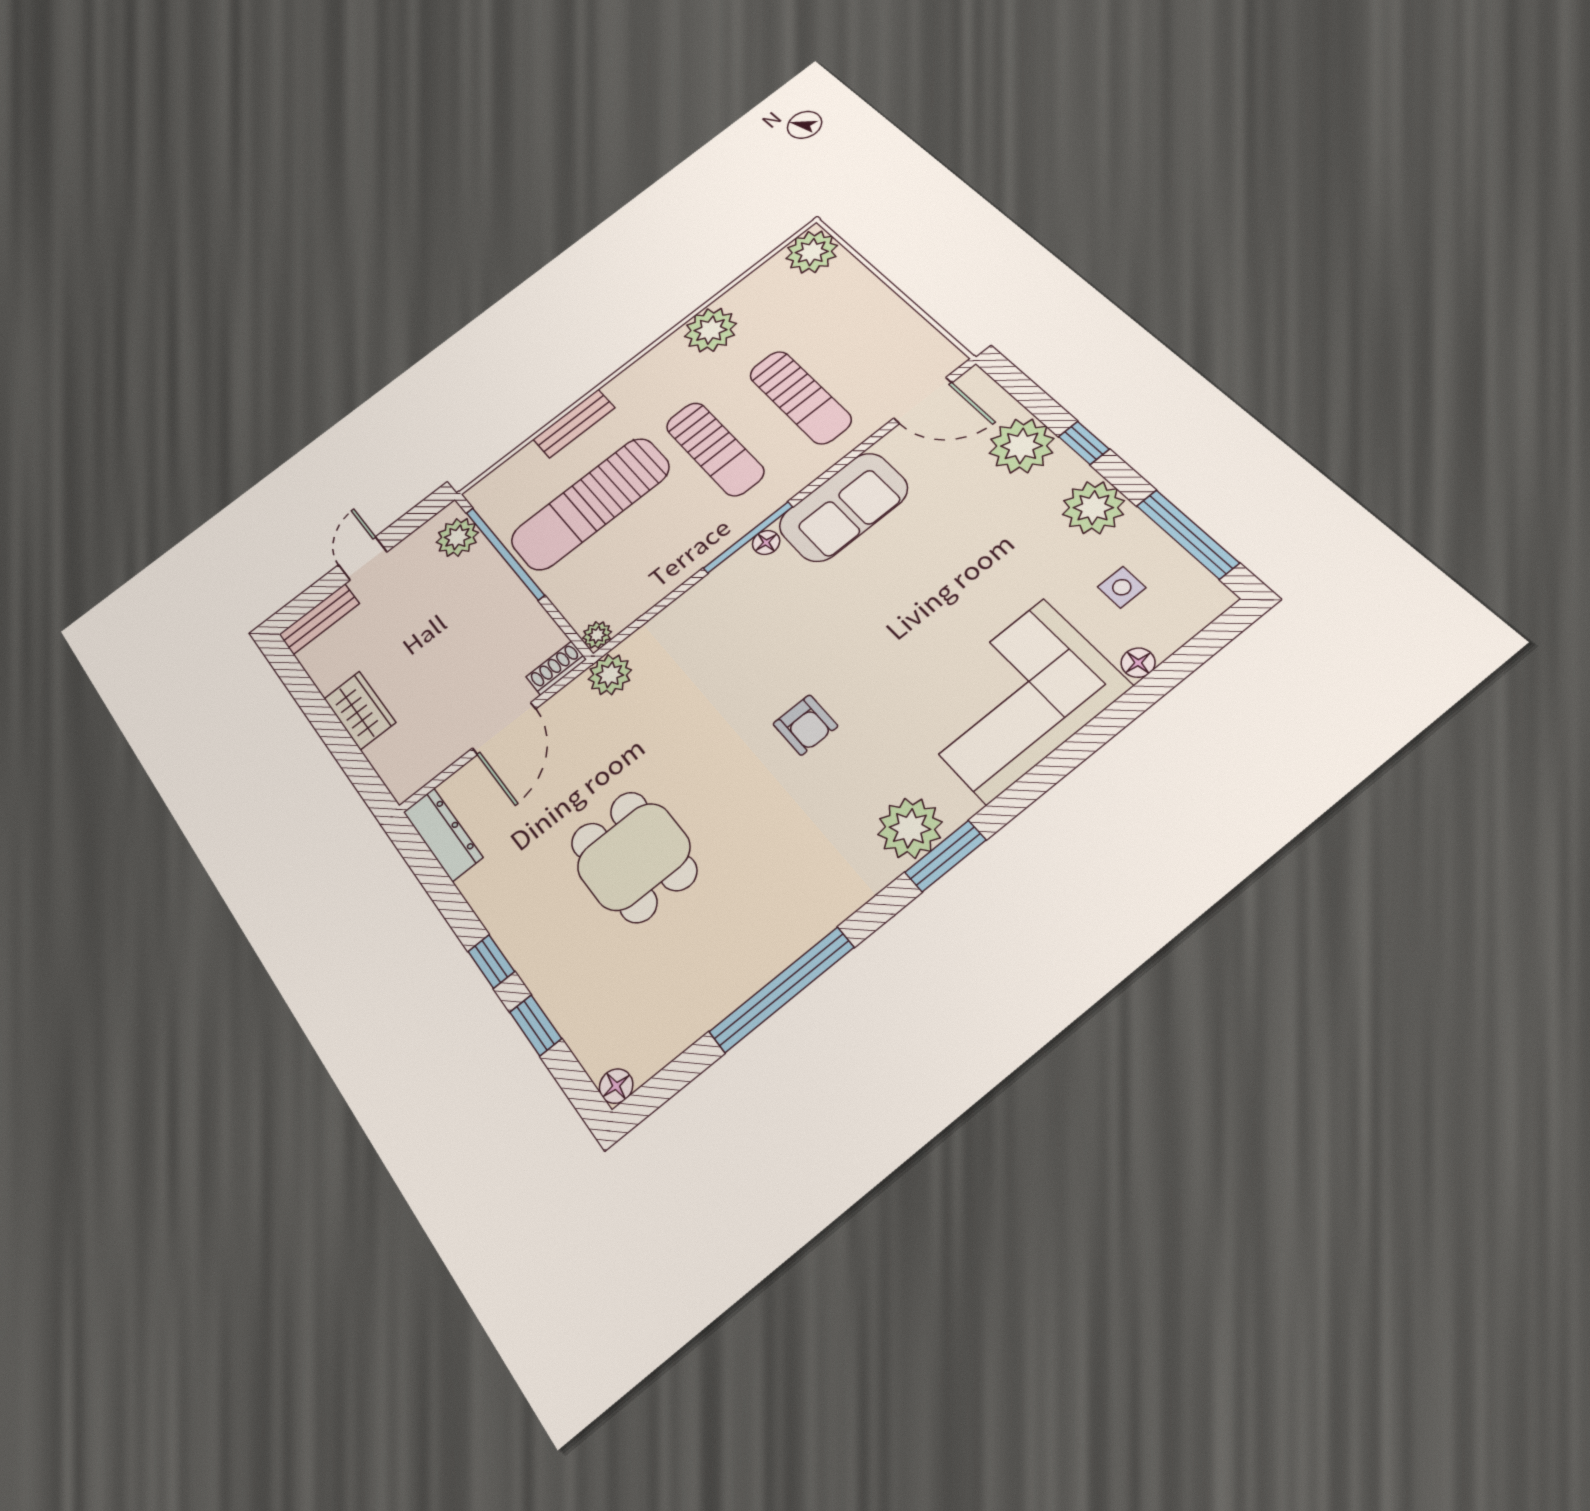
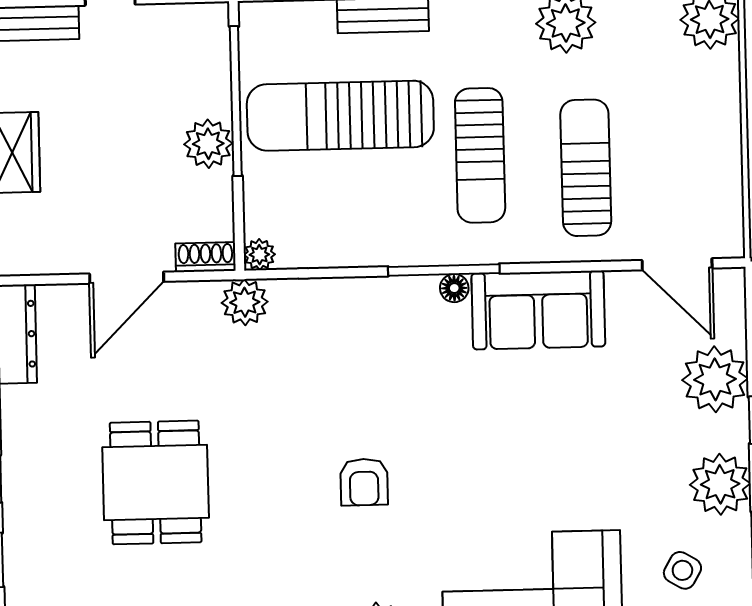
sun lounger: (800, 397) -> (586, 168), turned 180
plant: (457, 537) -> (208, 144), moved
side table: (1122, 587) -> (682, 570), turned 30

